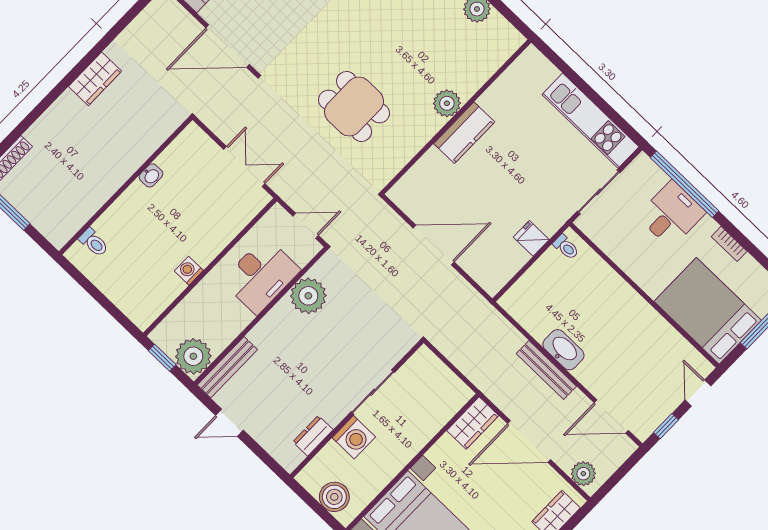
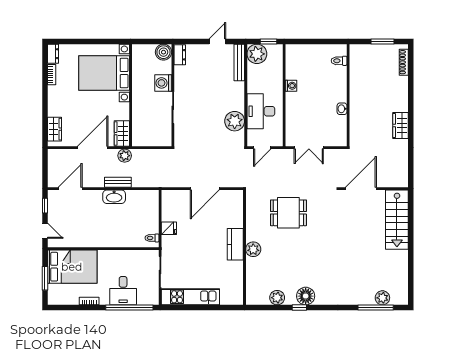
bench: (546, 370) -> (118, 182), width x0.73
dresser: (313, 436) -> (180, 55), moved
plant: (583, 474) -> (125, 156), moved
boiler: (334, 497) -> (163, 52), moved

